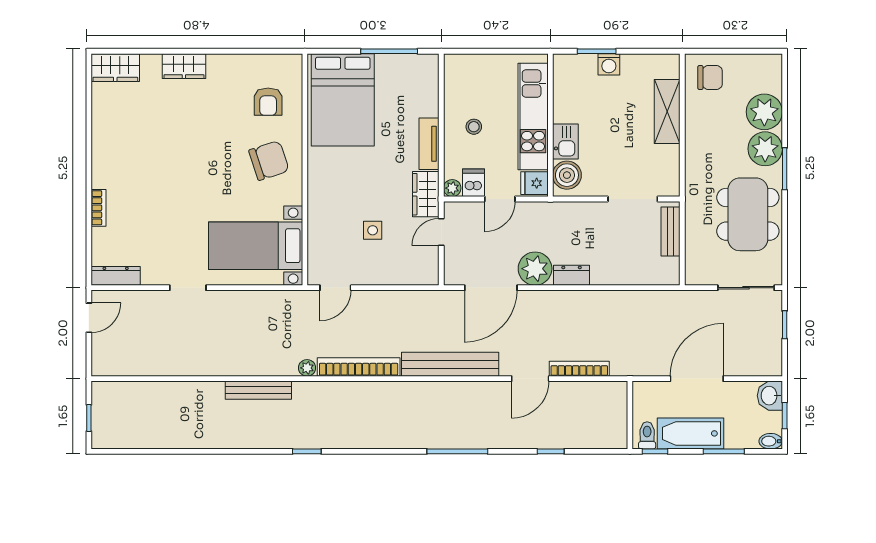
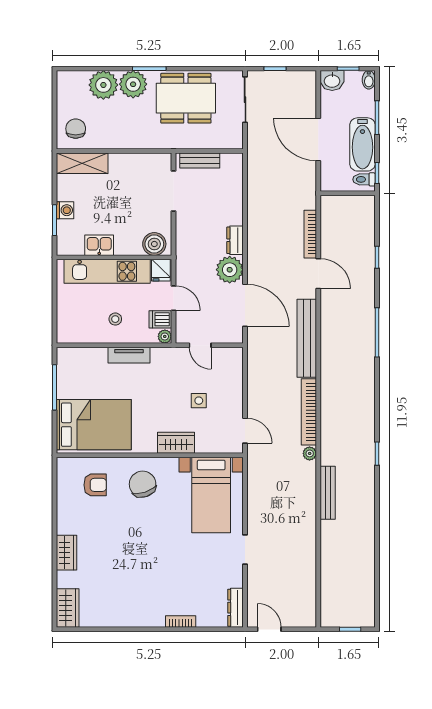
shelving: (667, 111) -> (82, 163), moved
kitchen sink: (565, 141) -> (99, 245), moved
wardrobe: (426, 194) -> (176, 443), moved, turned 180

